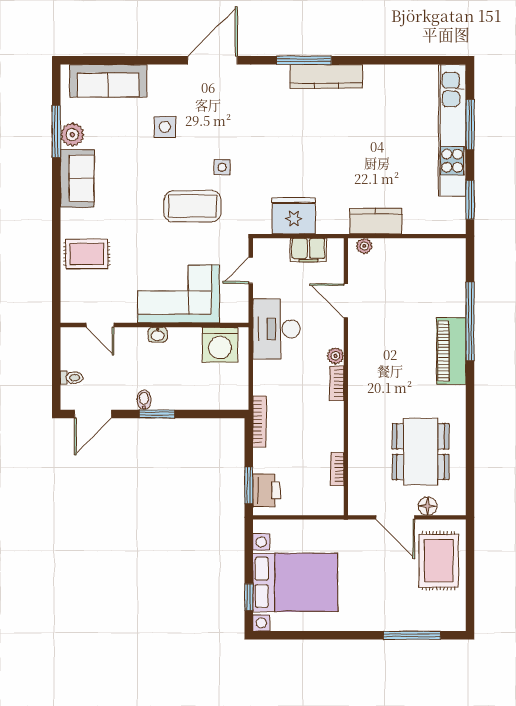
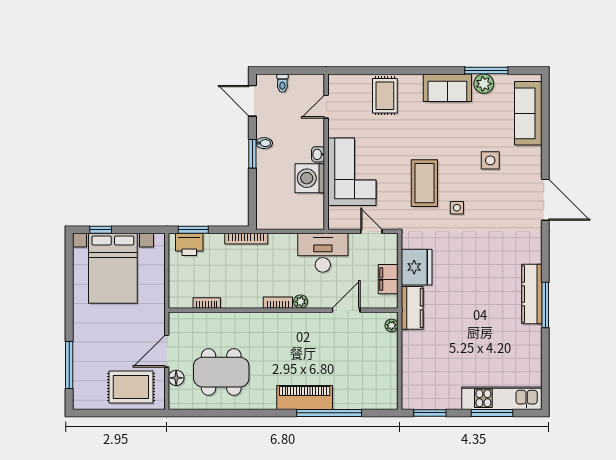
window: (304, 60) -> (545, 305), moved
kitchen unit: (452, 130) -> (502, 398), width x0.73
kitchen counter: (376, 221) -> (412, 308), moved
washing machine: (220, 345) -> (310, 178), moved

